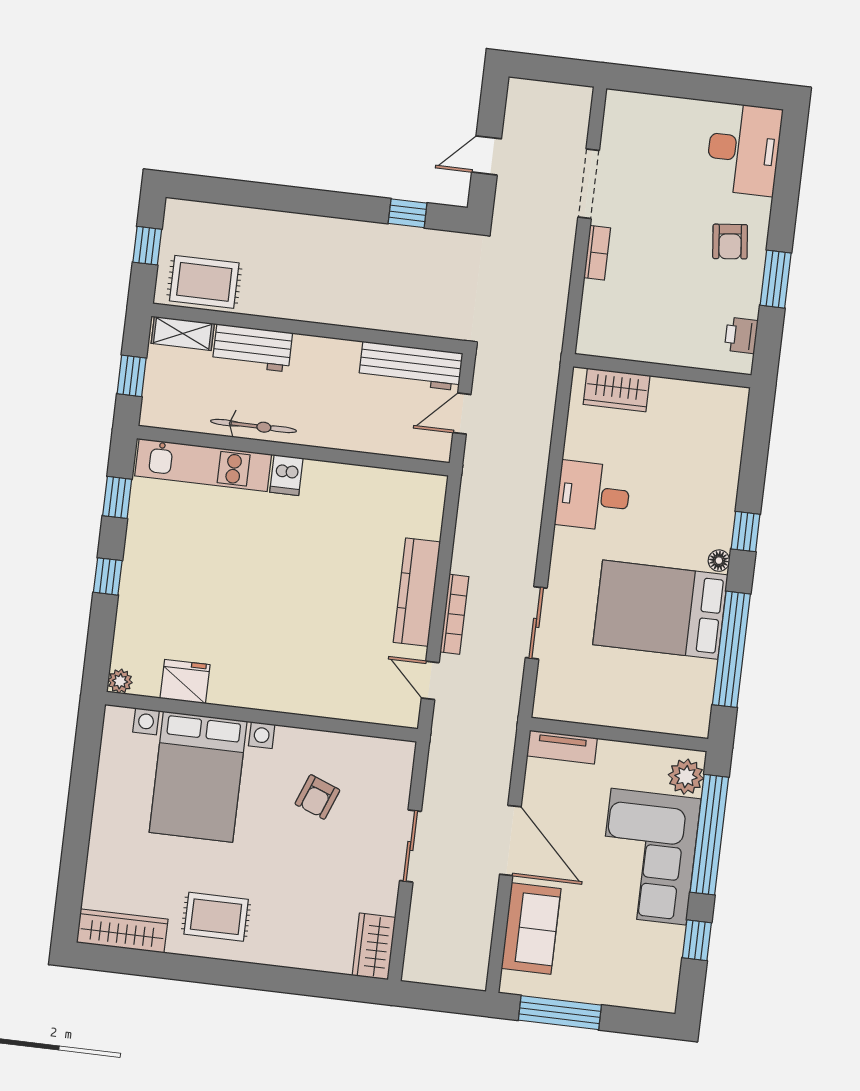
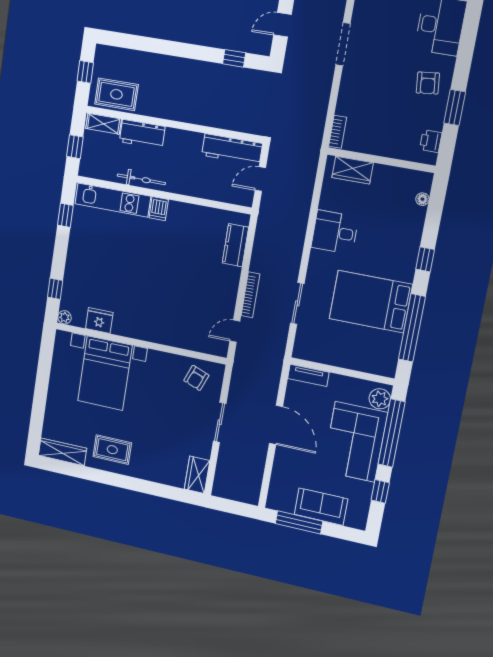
bookcase: (597, 253) -> (338, 132), moved
floor lamp: (719, 561) -> (422, 199), moved
window: (108, 576) -> (55, 289), moved
kitchen counter: (417, 592) -> (235, 245), moved, width x0.67
door: (430, 680) -> (235, 331), hinge flipped
armchair: (317, 797) -> (196, 378), moved
sofa: (531, 929) -> (321, 507), moved, turned -90

